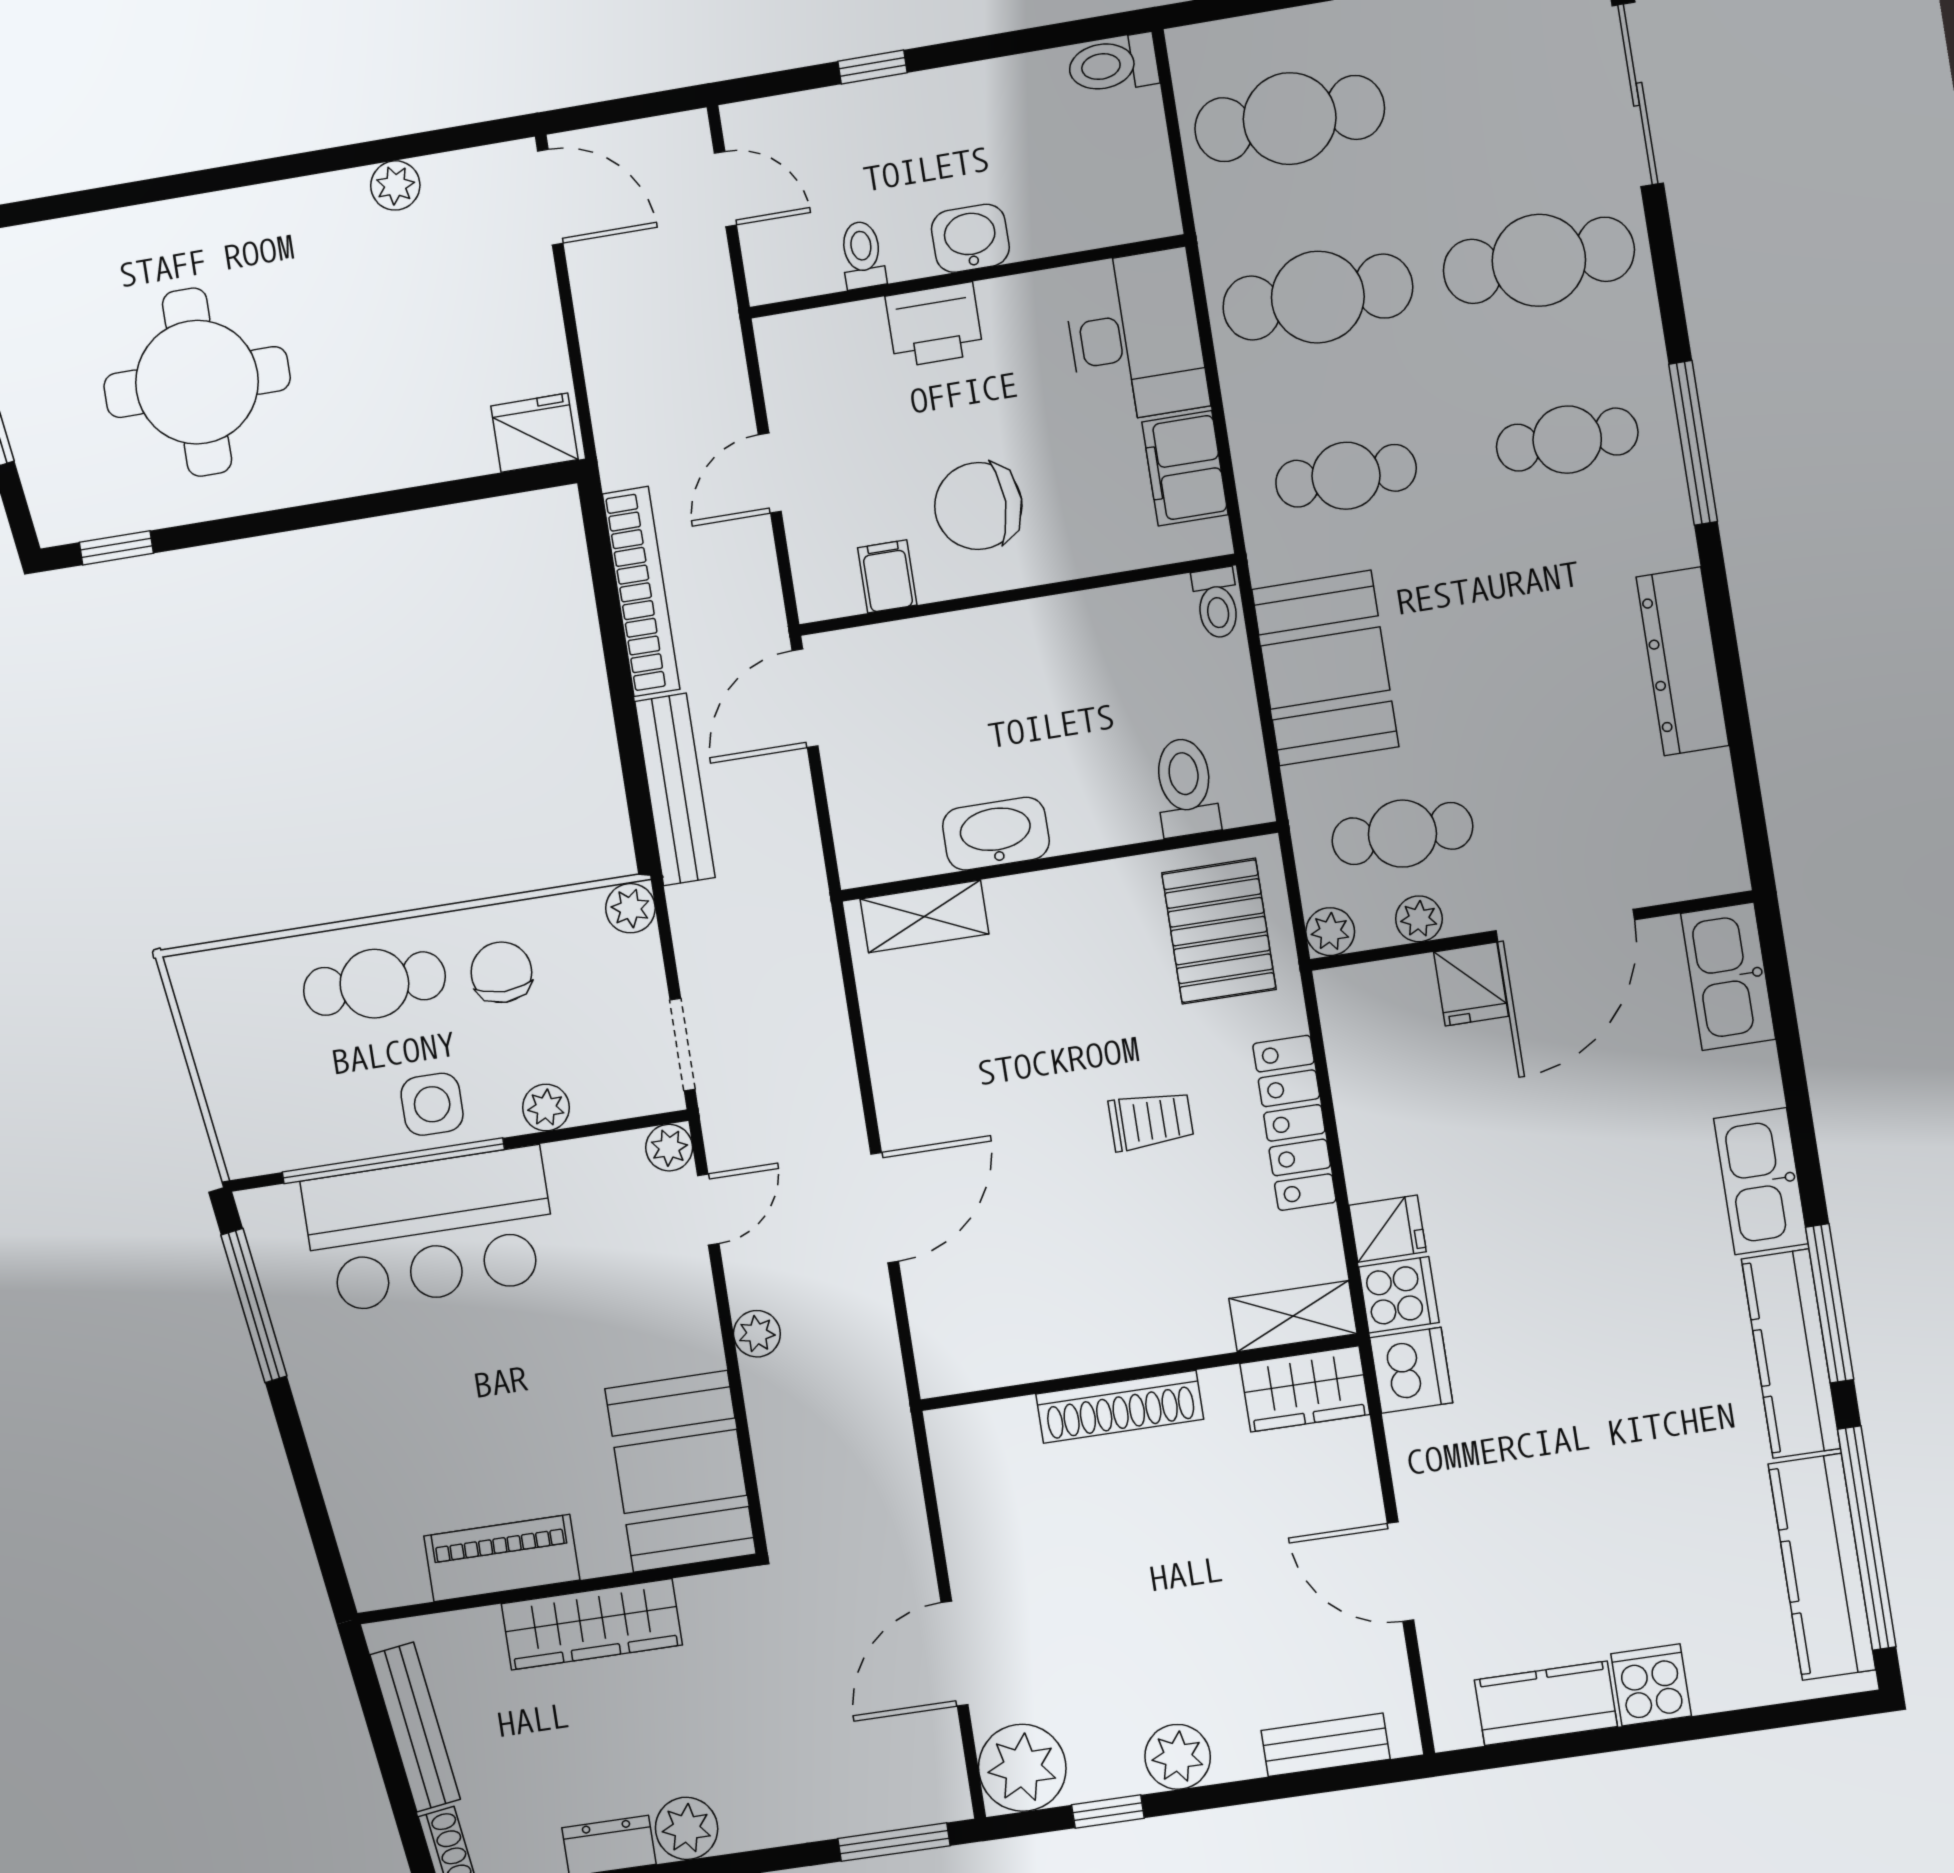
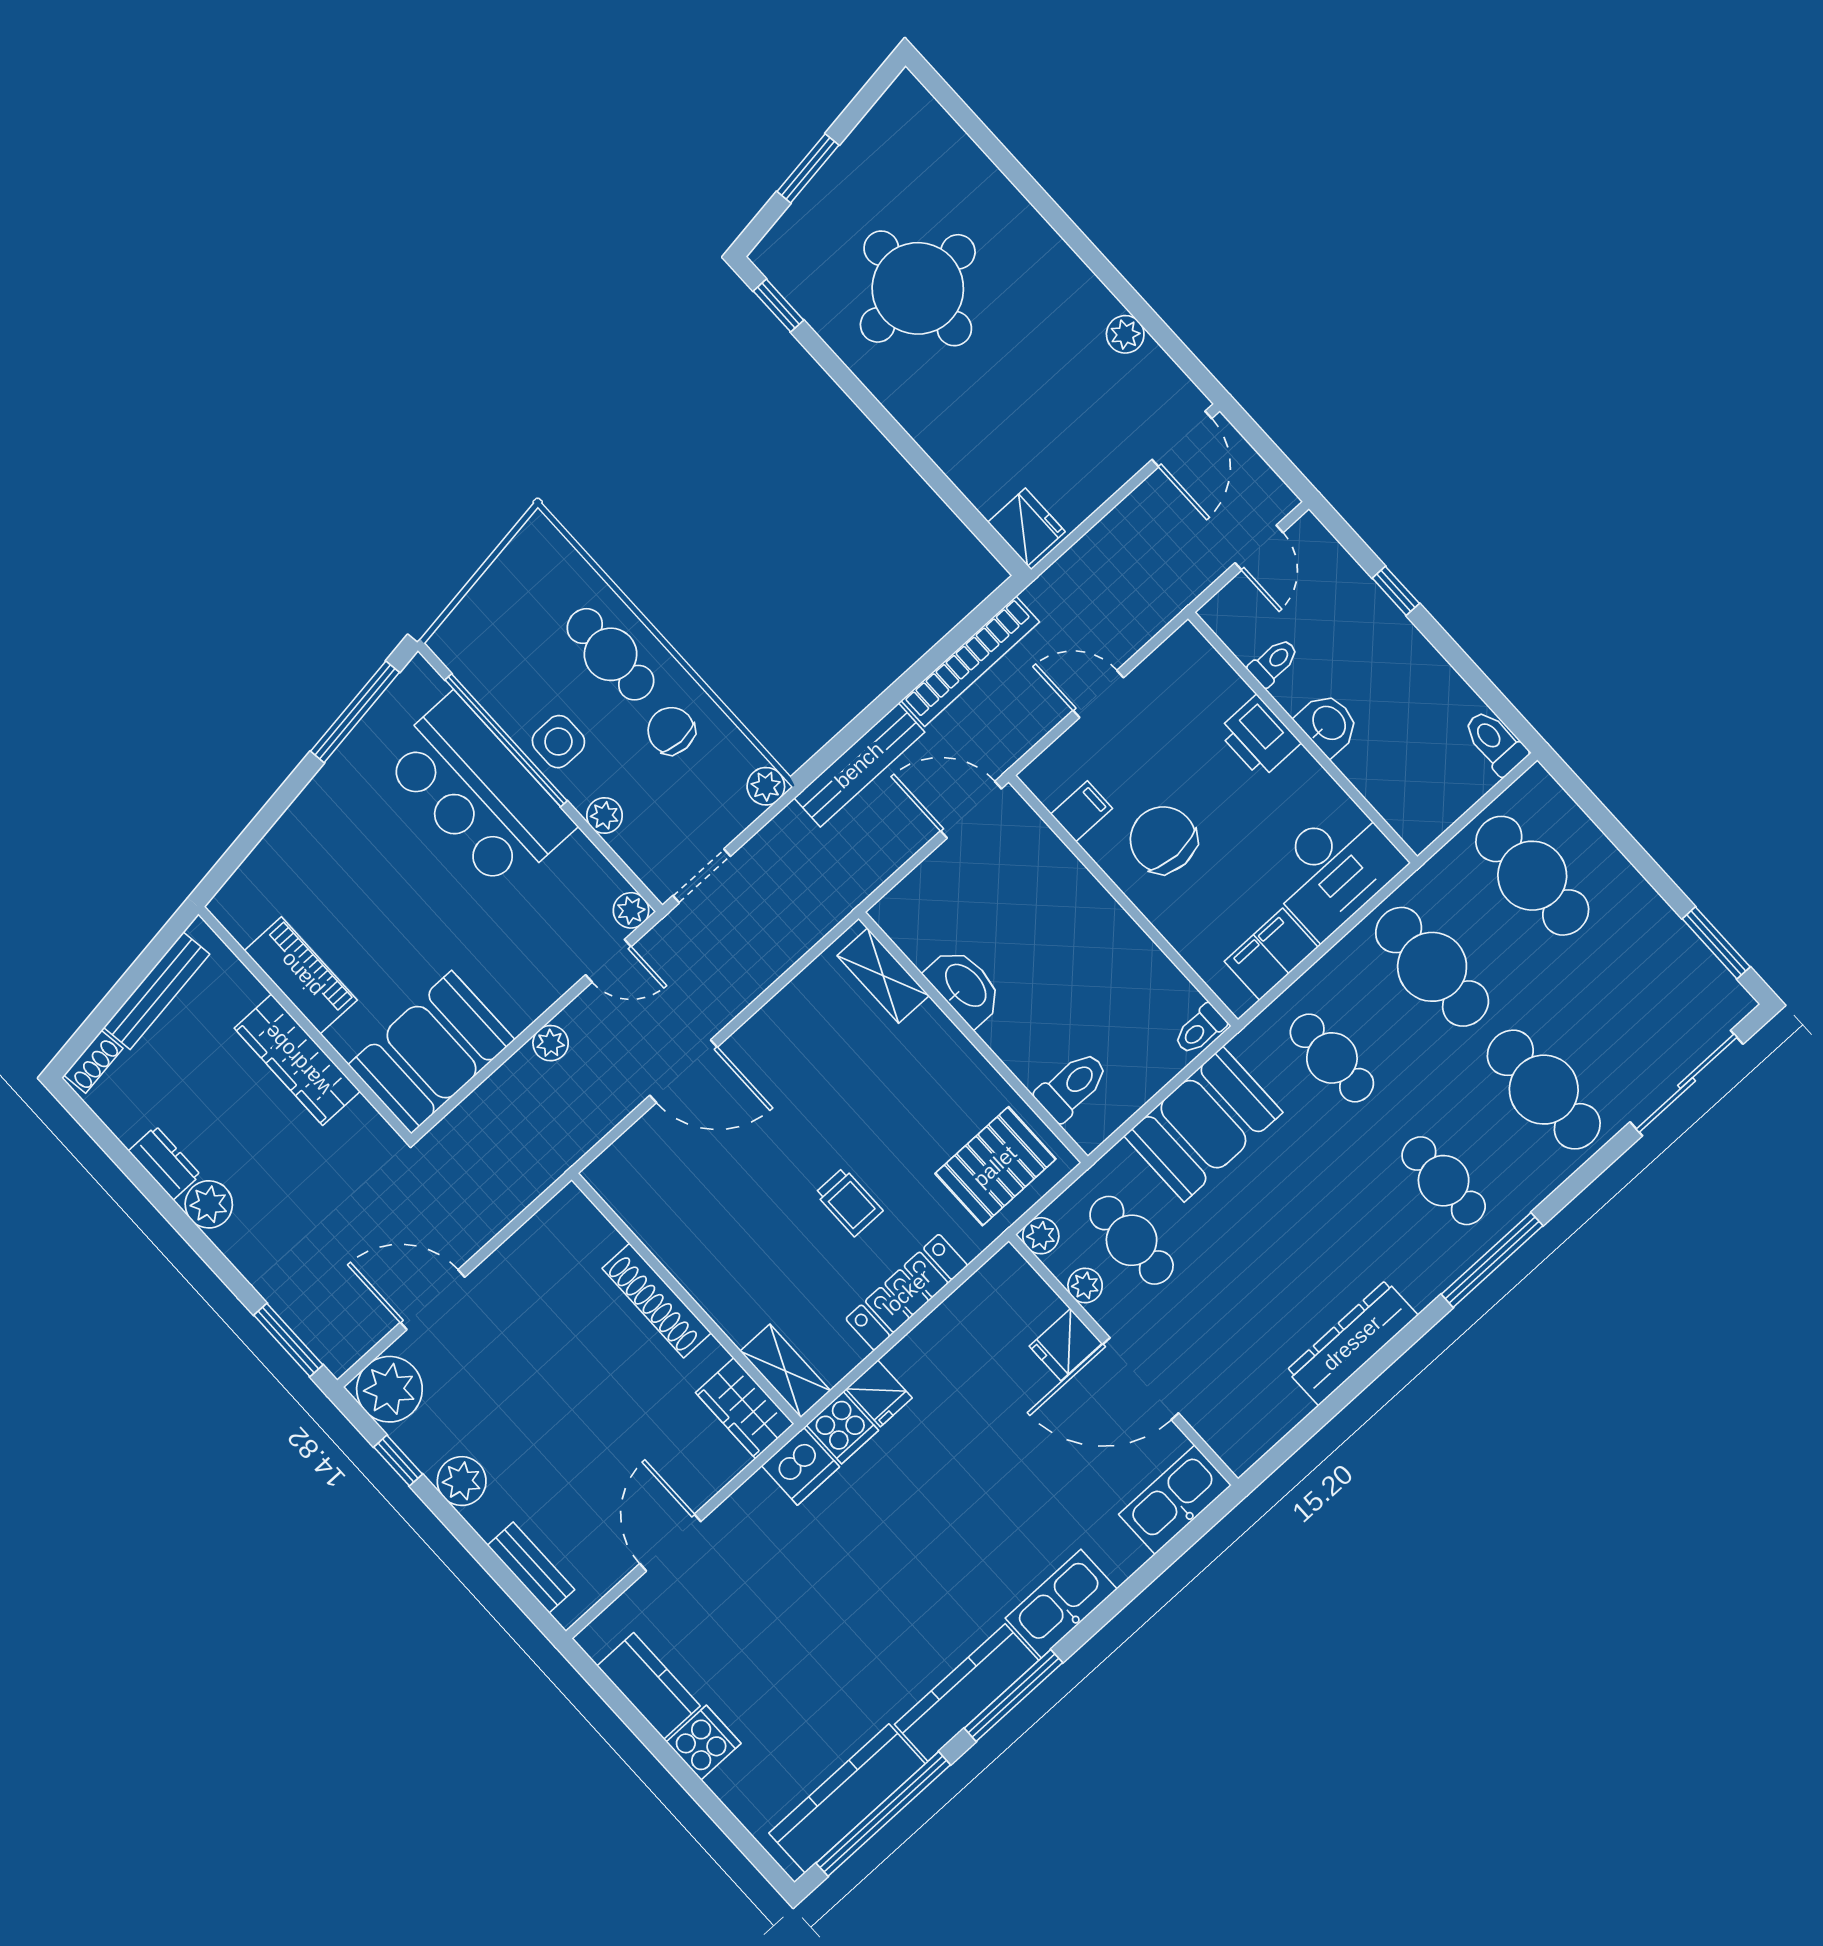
chair: (501, 972) -> (671, 731), turned -90

